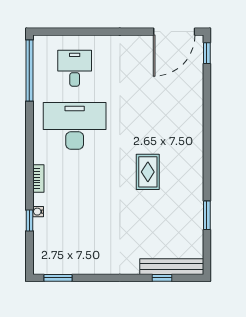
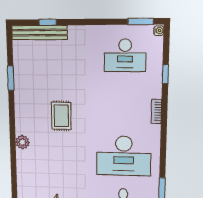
plant: (195, 139) -> (22, 142), added
water cooler: (38, 212) -> (159, 31), moved
desk: (75, 241) -> (125, 55), added

